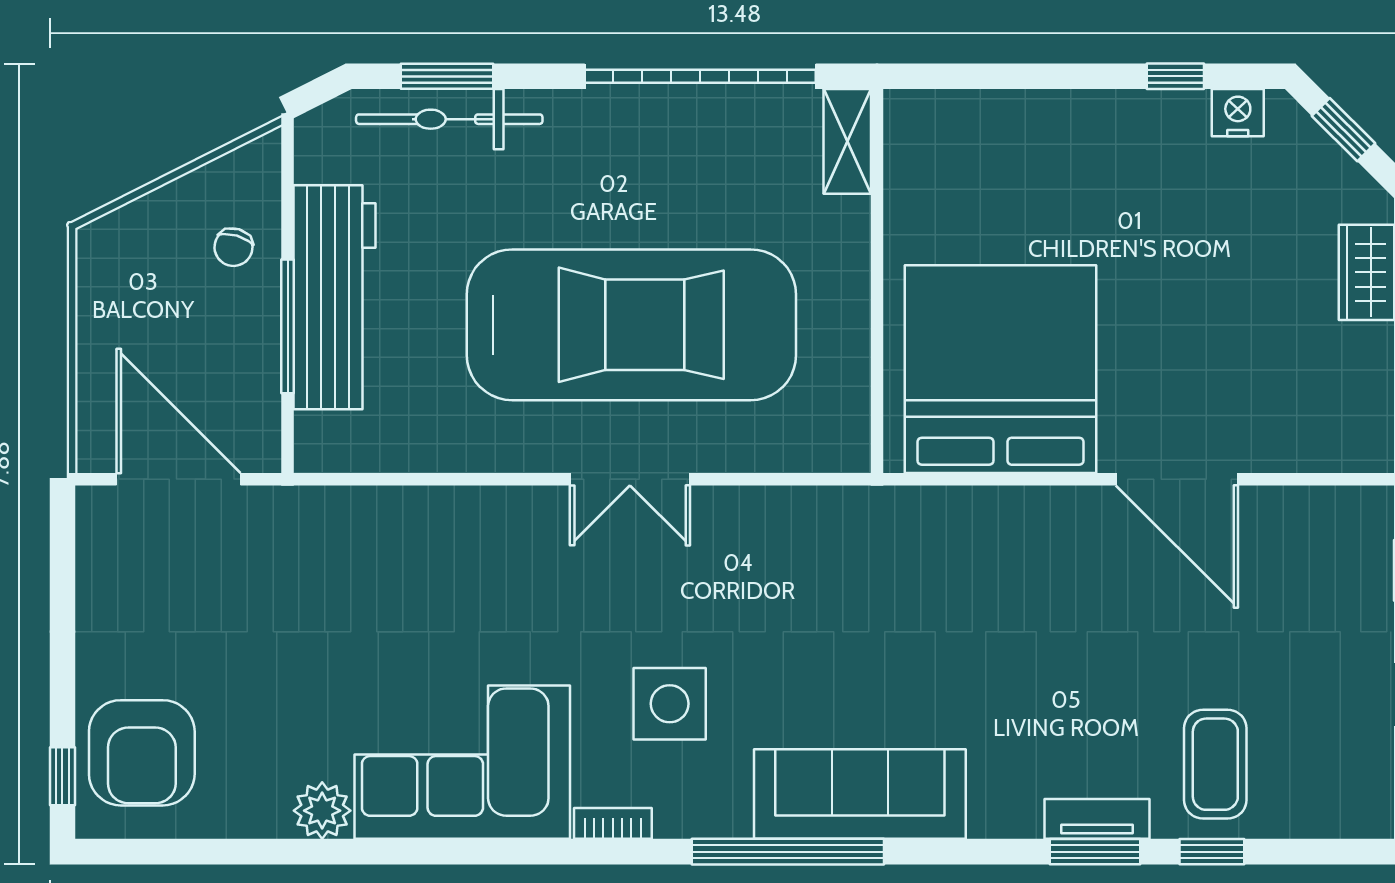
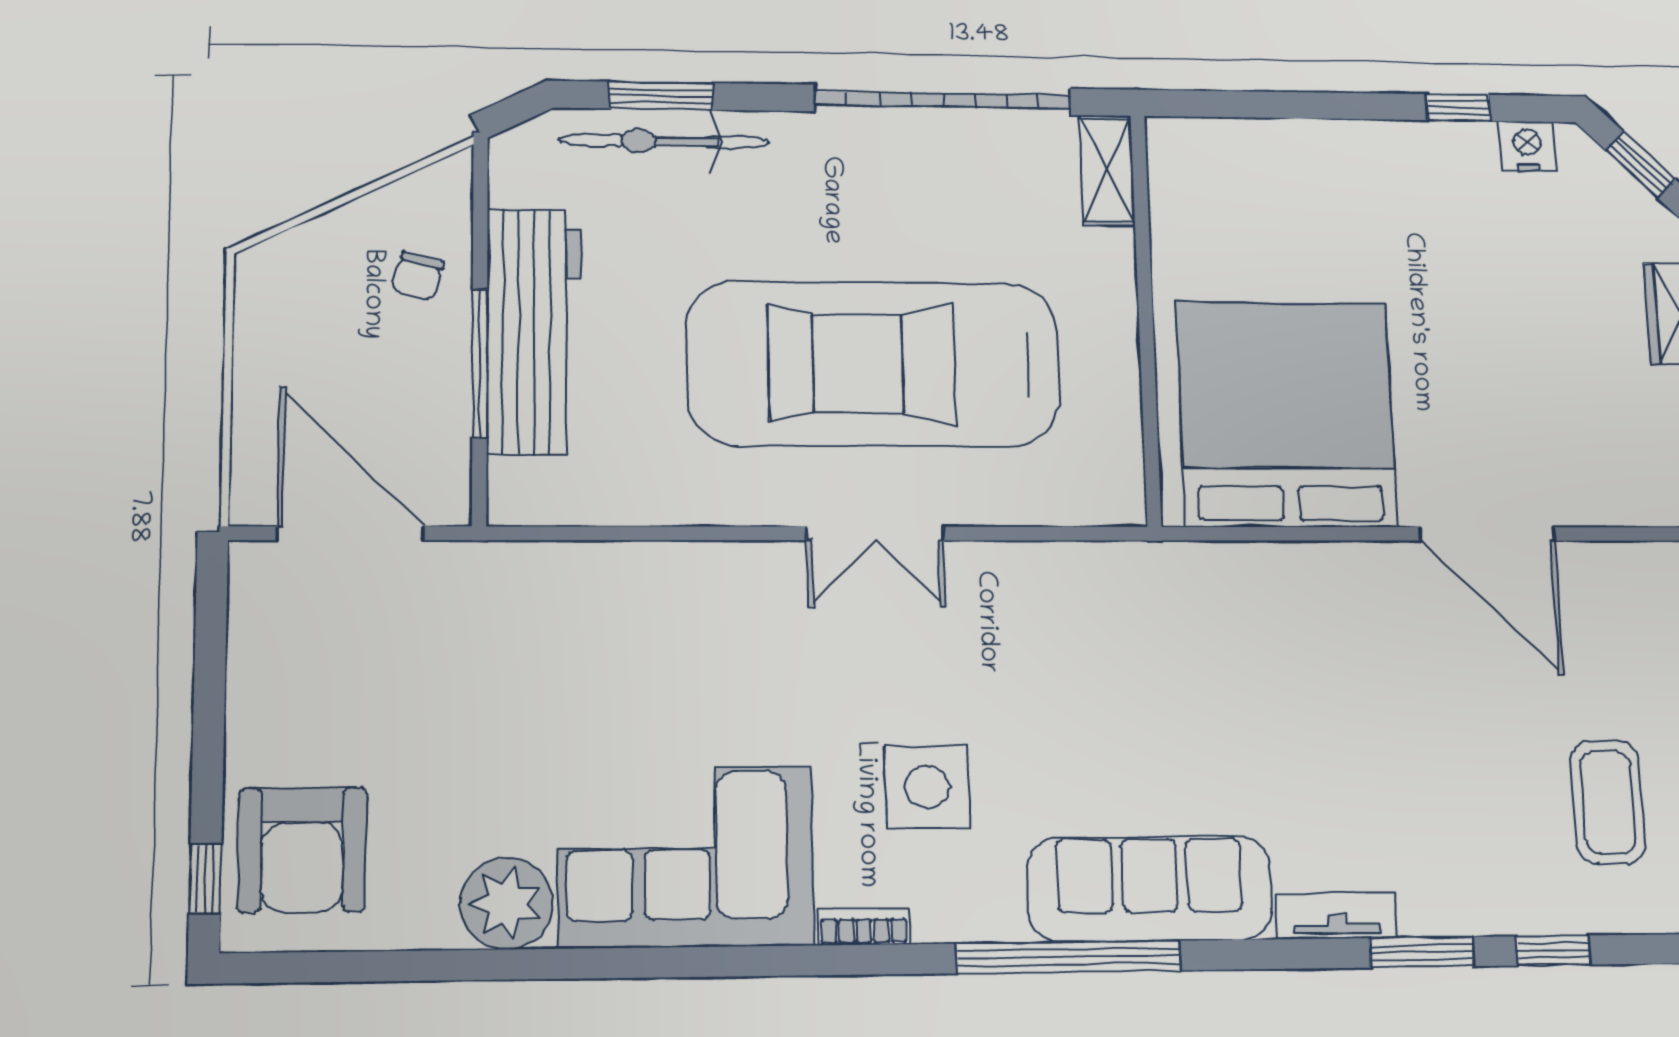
car: (631, 325) -> (873, 364), turned 180
coffee table: (1215, 764) -> (1608, 802), moved
plant: (322, 811) -> (507, 903), width x1.36, depth x1.36
tv unit: (1097, 819) -> (1336, 916), moved

